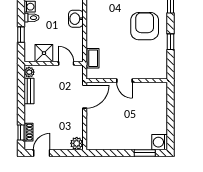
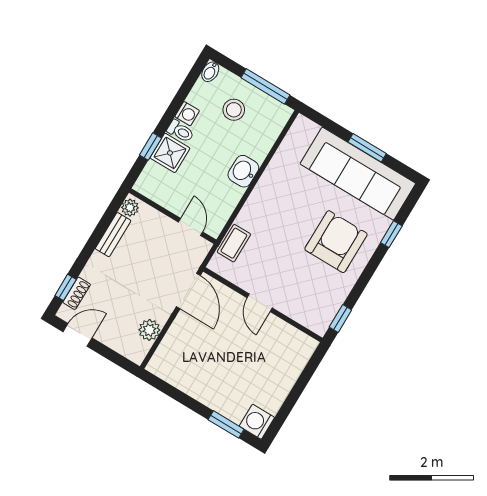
window: (170, 42) -> (340, 319), moved
shower: (44, 53) -> (170, 153), moved
door: (85, 97) -> (188, 291), hinge flipped
plant: (77, 143) -> (149, 330), moved

